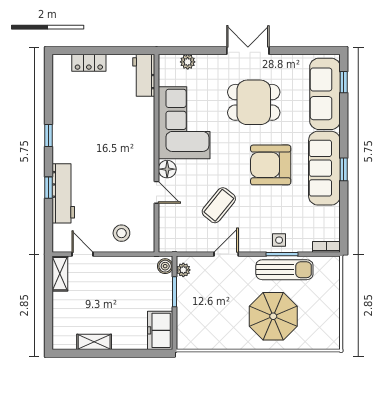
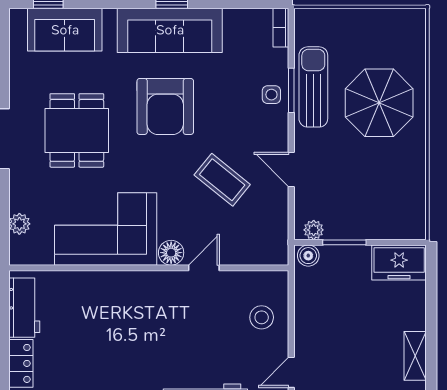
workbench: (144, 75) -> (24, 308), moved, turned -90
sofa: (325, 94) -> (65, 30), width x0.73

